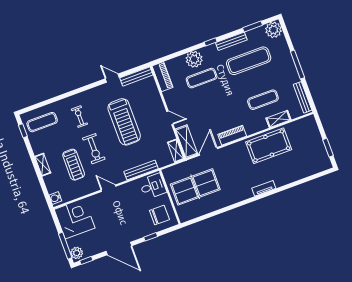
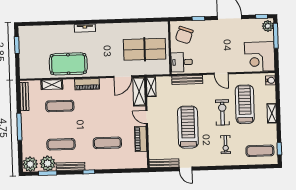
plant: (194, 59) -> (48, 163), moved
exercise mat: (249, 61) -> (61, 144), width x0.73, depth x0.69
piano: (163, 77) -> (141, 139), moved
piano: (232, 135) -> (87, 84), moved
treadmill: (74, 165) -> (245, 104), width x1.37, depth x1.38
chair: (159, 215) -> (184, 35), turned -70

